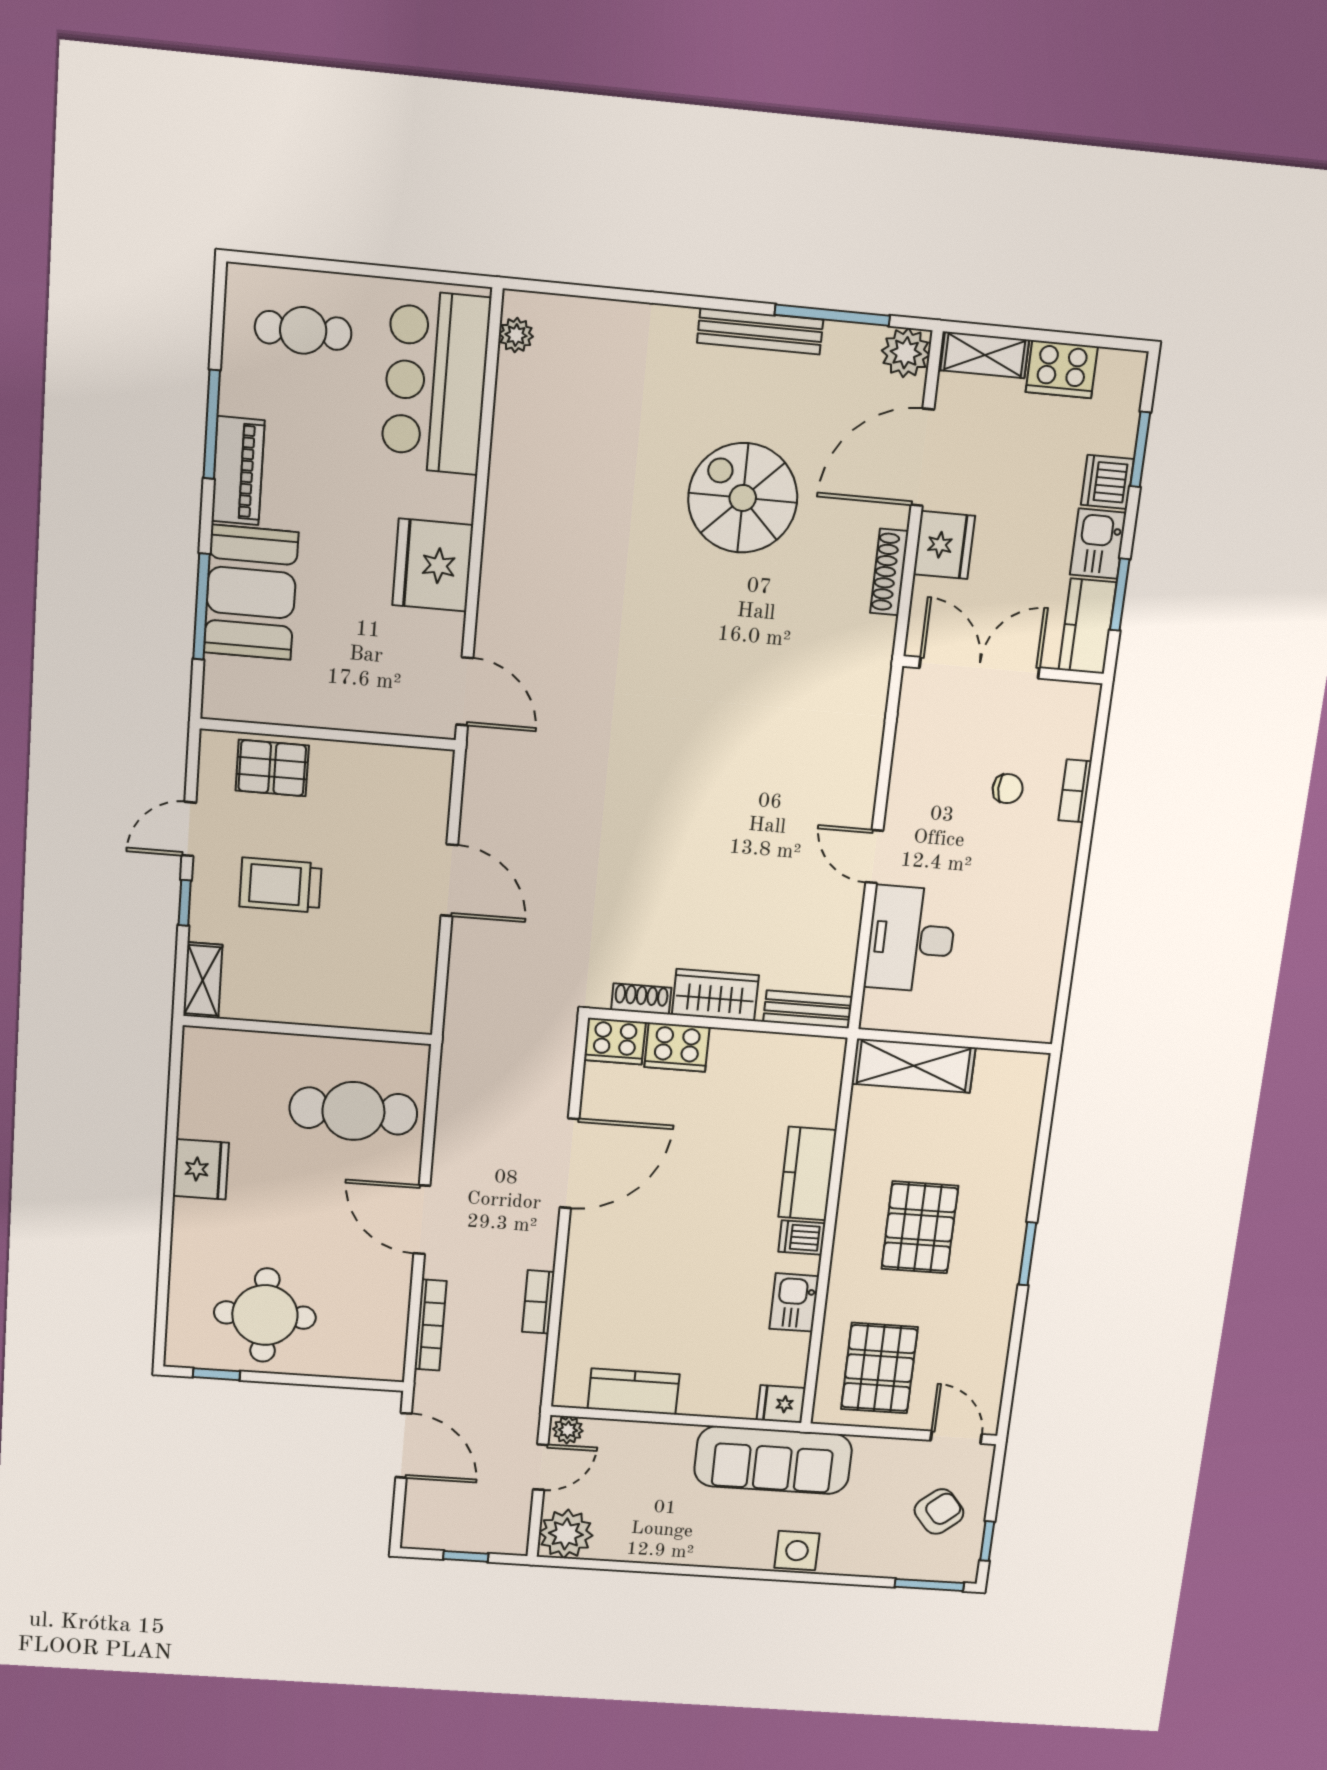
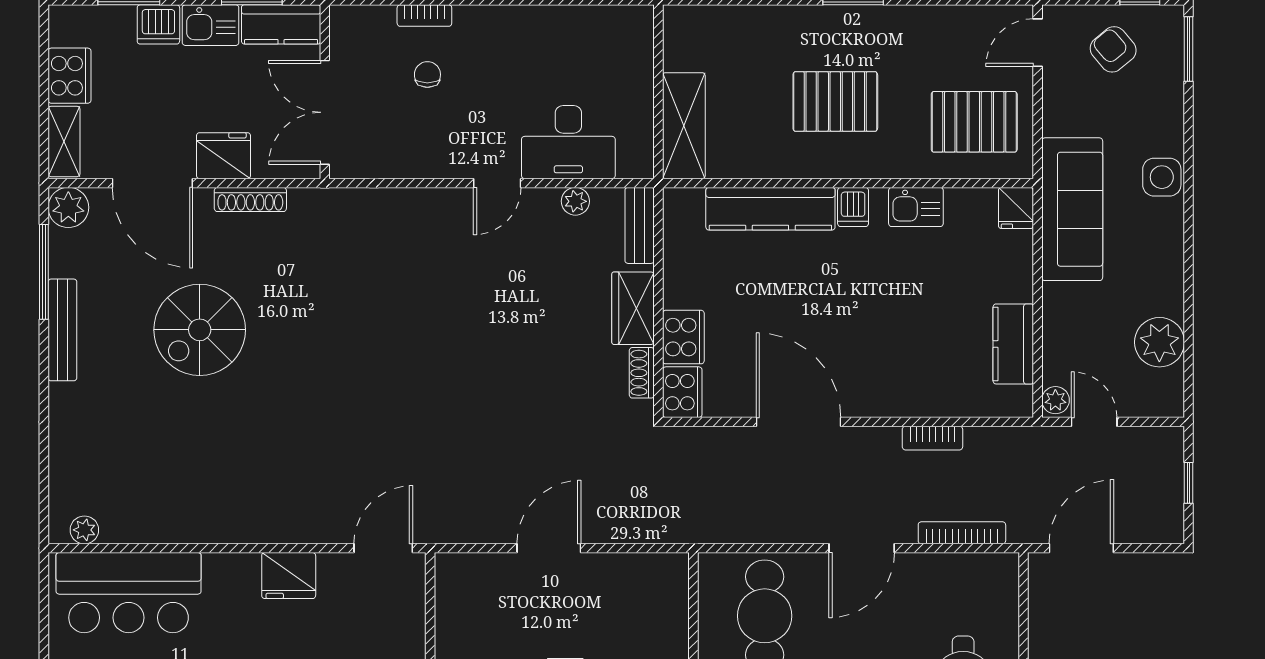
fridge: (433, 565) -> (289, 576), width x0.73, depth x0.75
plant: (843, 941) -> (575, 201), added
kitchen counter: (807, 1174) -> (770, 209), width x1.50
plant: (566, 1534) -> (1159, 342), moved

